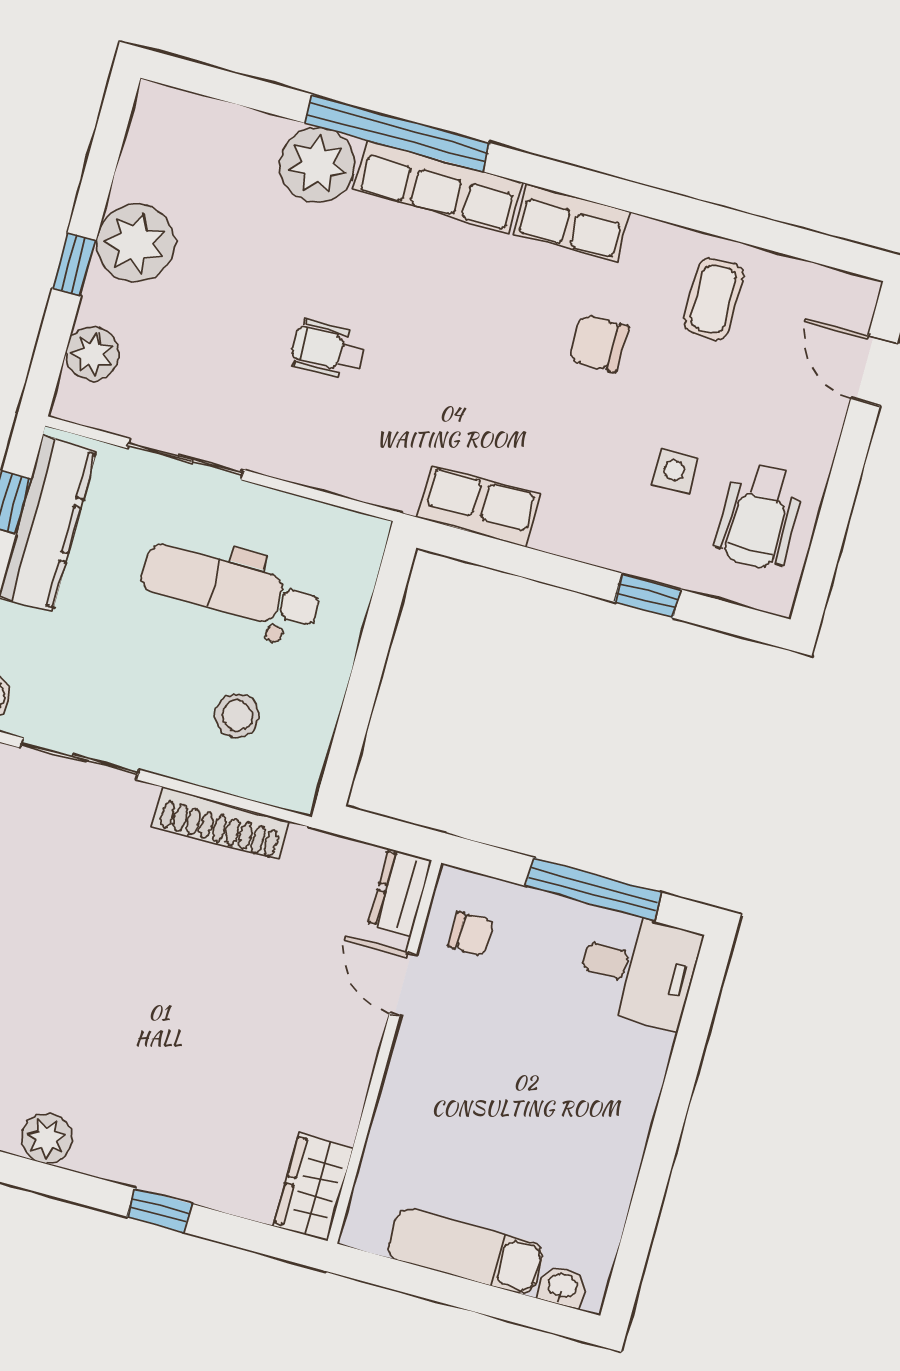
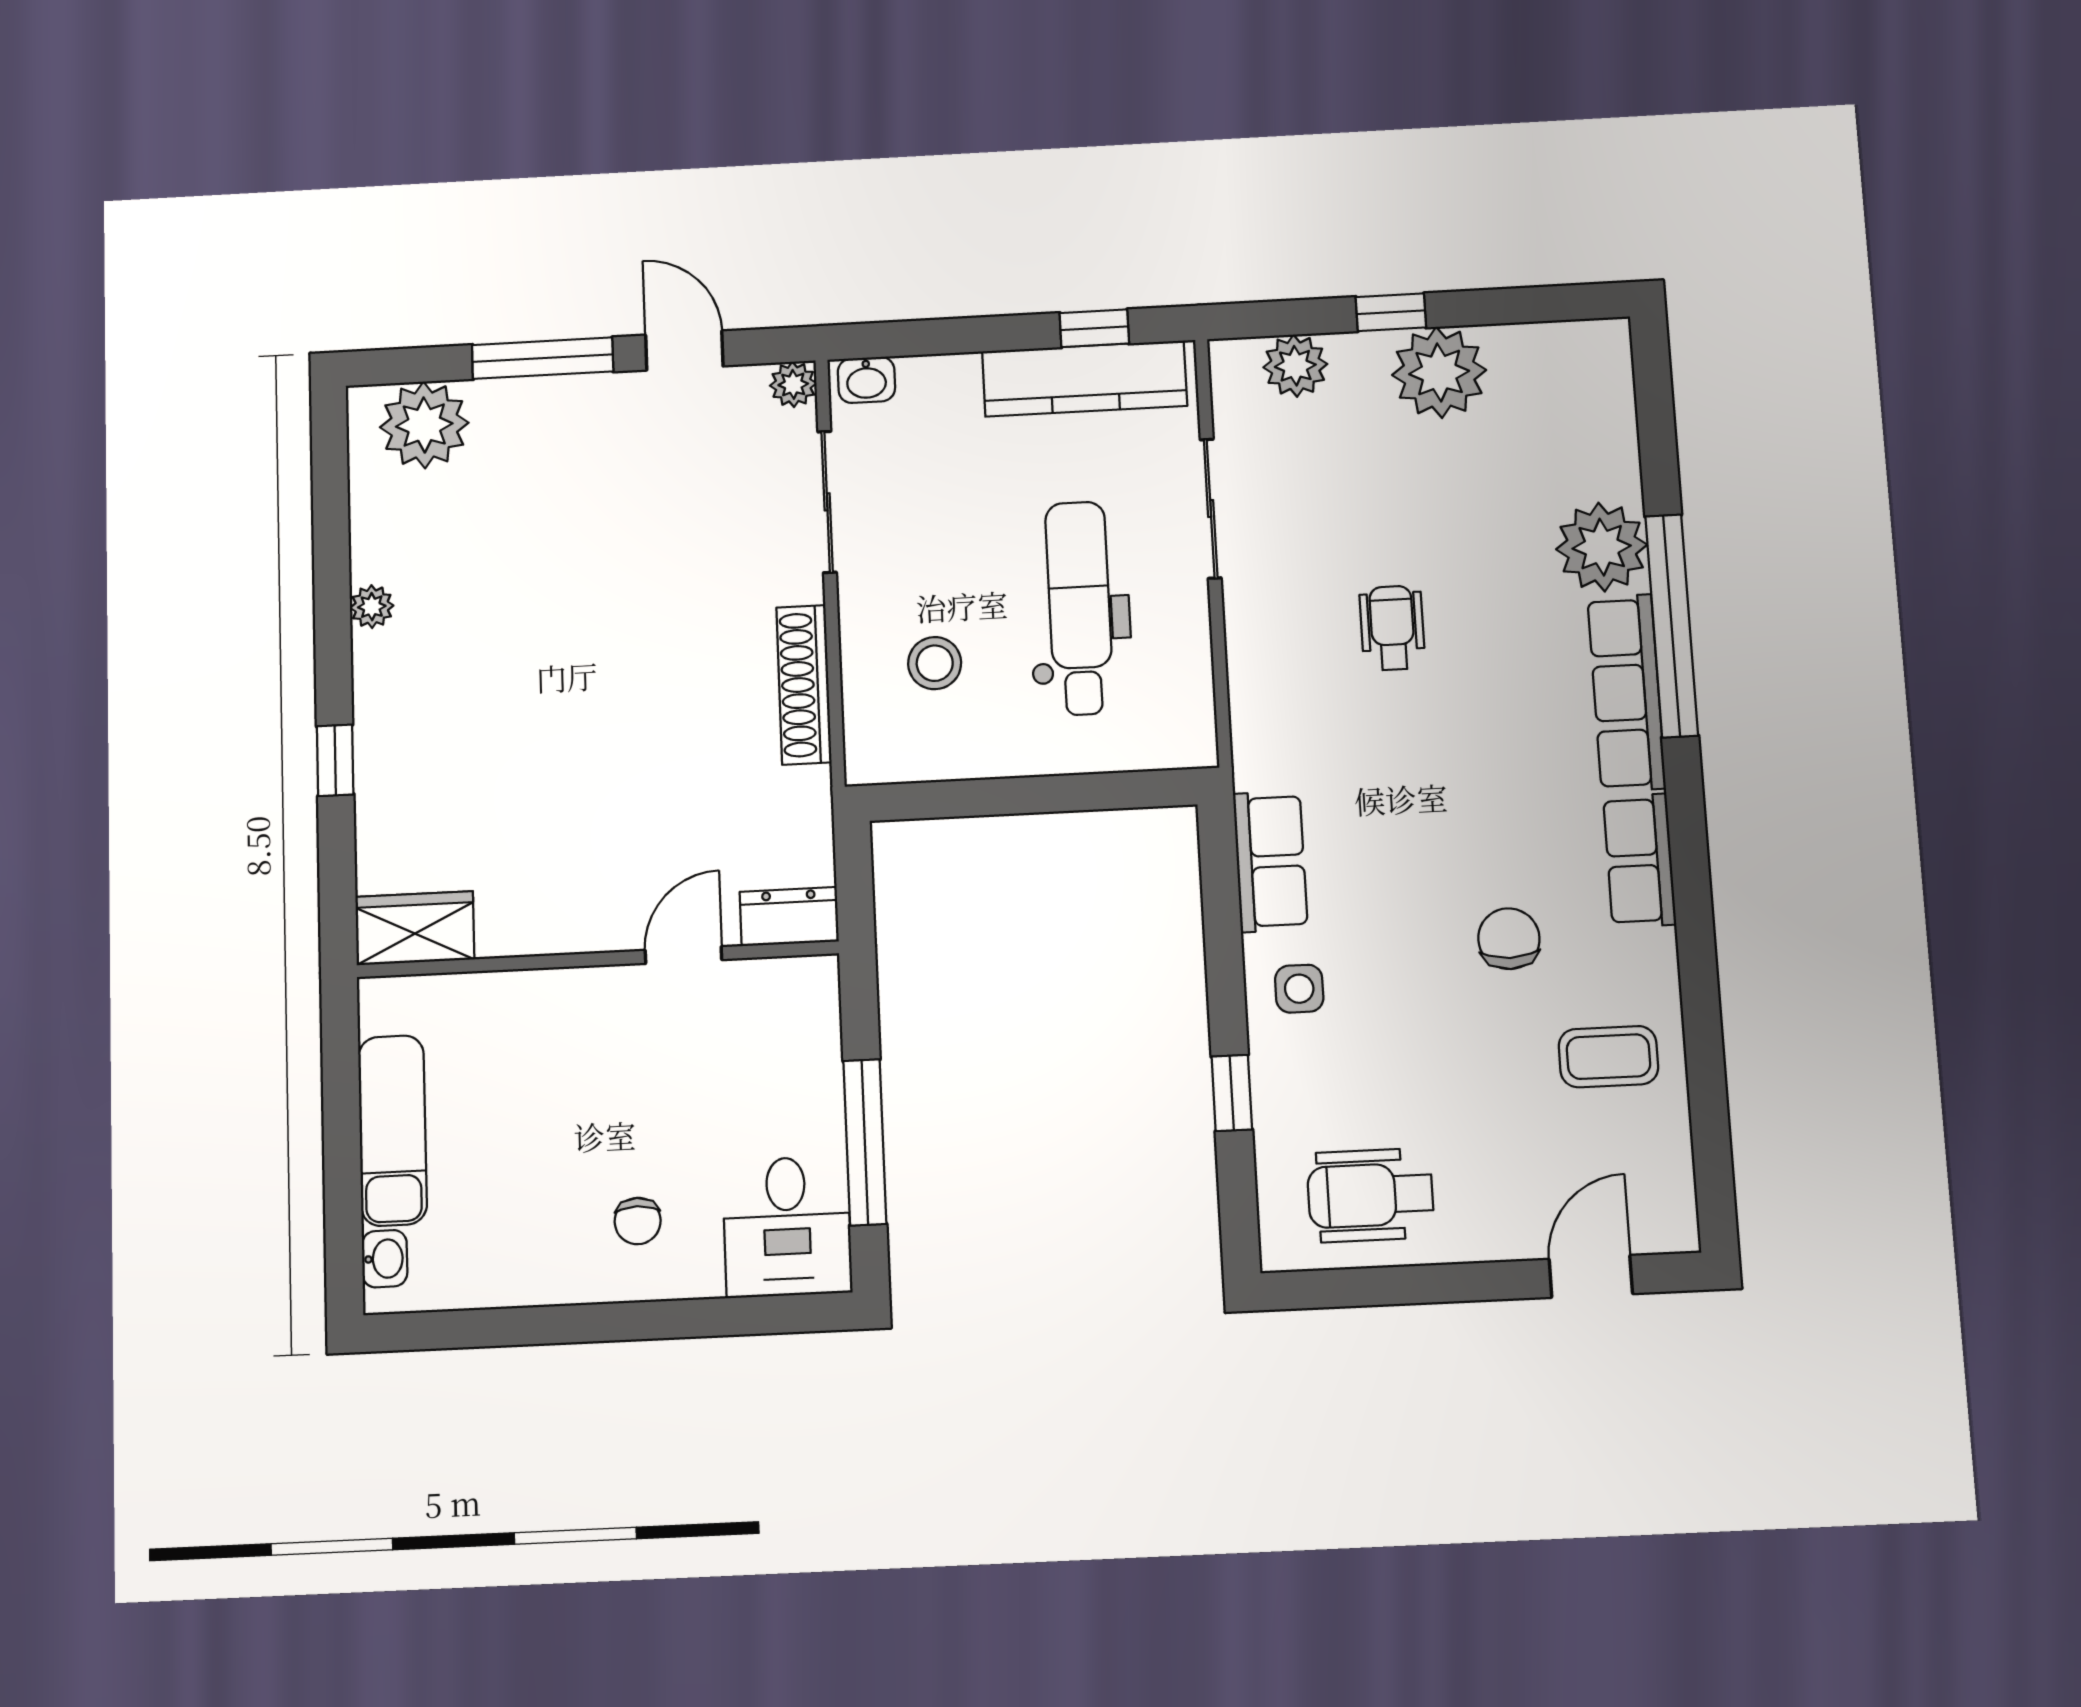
side table: (674, 471) -> (1299, 989), moved
chair: (471, 934) -> (638, 1221), moved
plant: (47, 1138) -> (372, 607), width x0.73, depth x0.73

